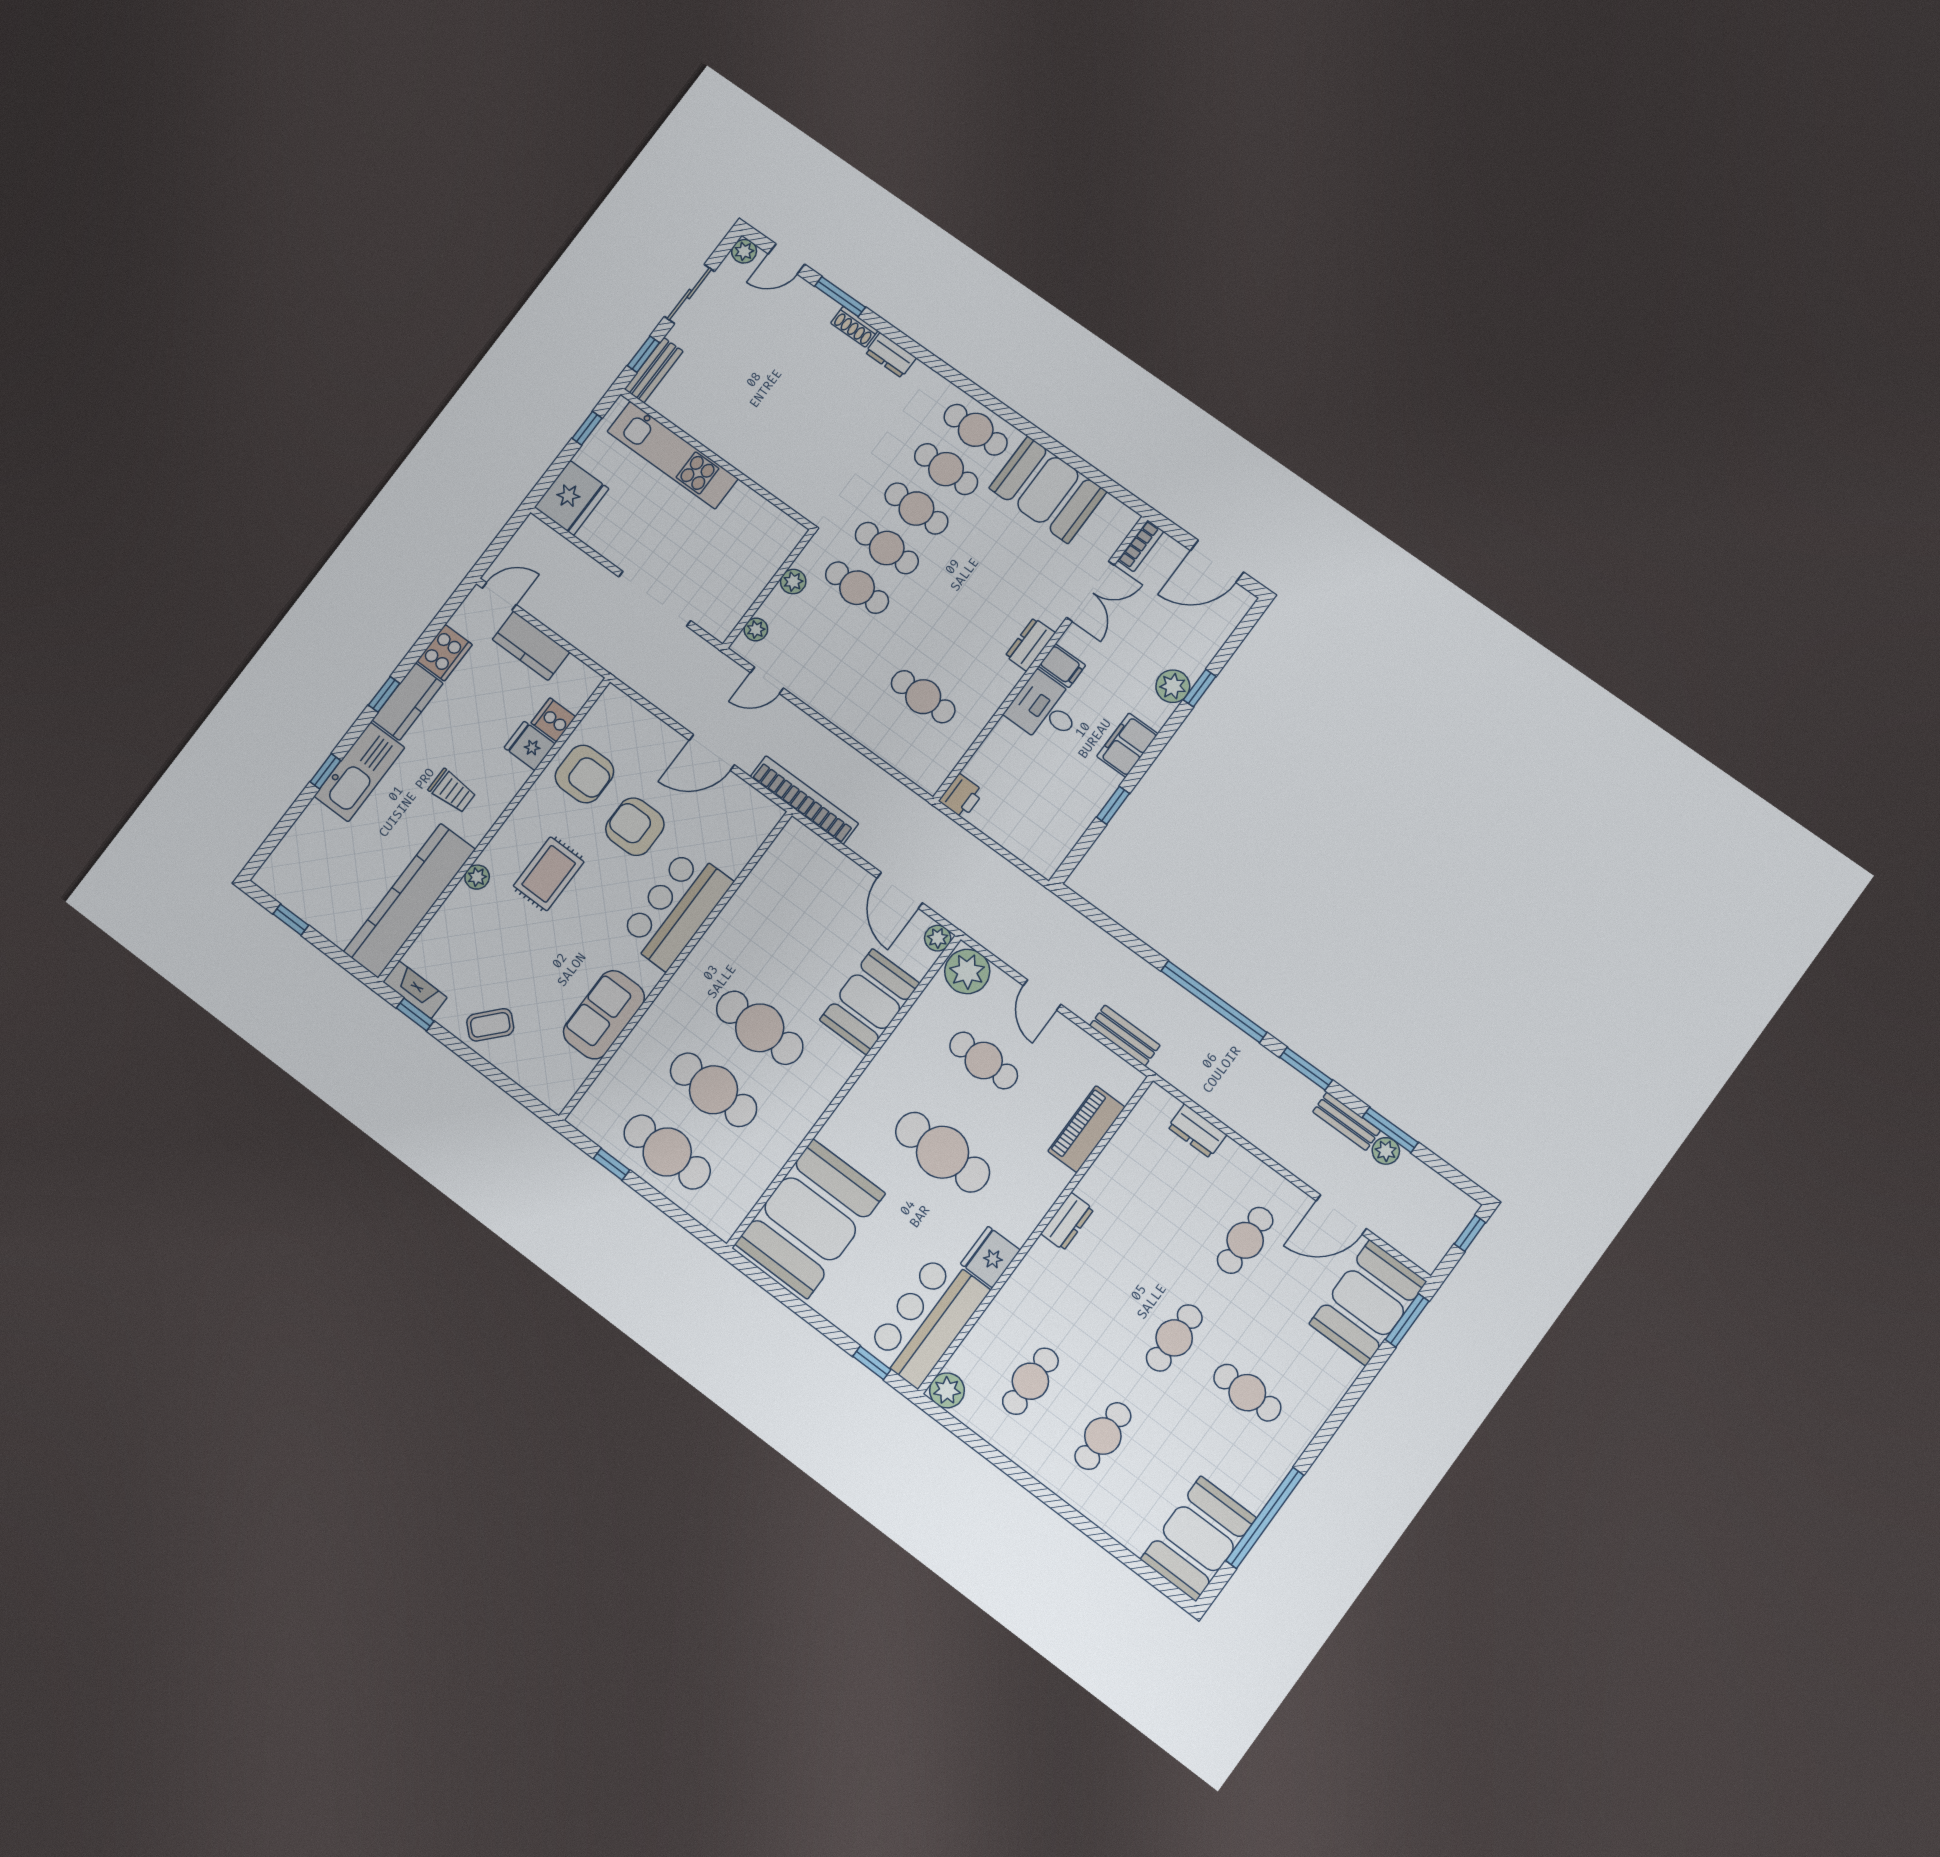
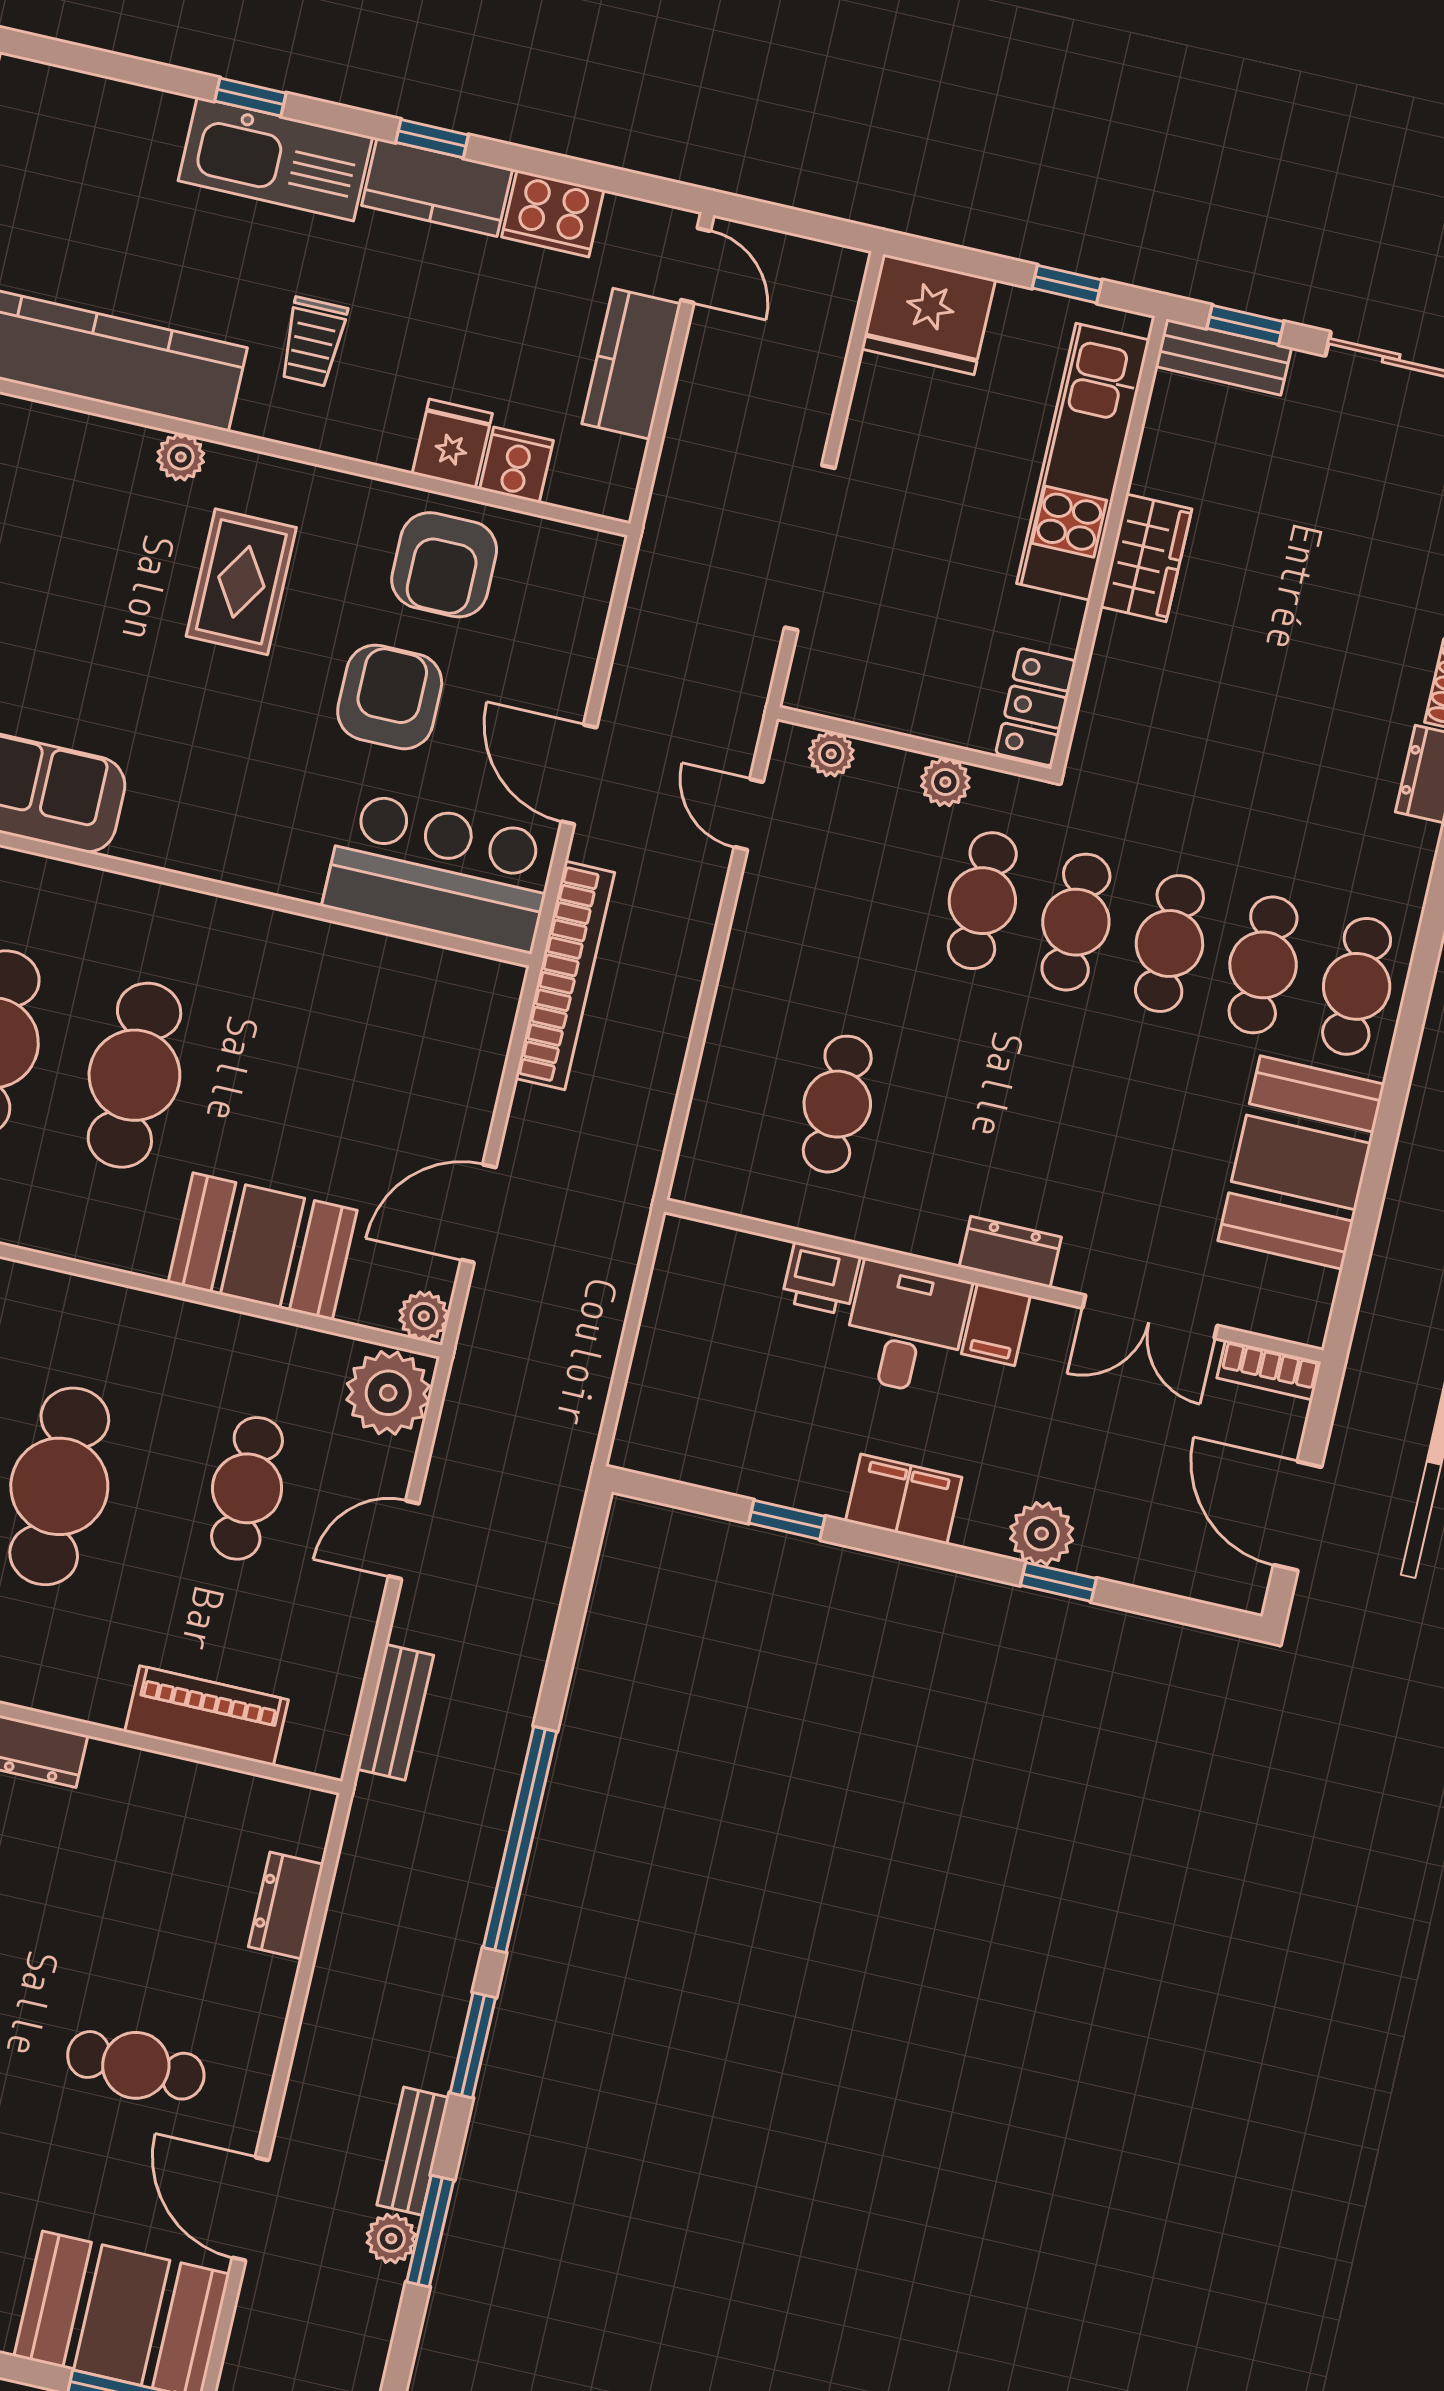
wardrobe: (730, 444) -> (1146, 558), added
locker: (777, 525) -> (1036, 707), added
printer: (961, 796) -> (821, 1279), moved
rug: (549, 874) -> (241, 582), turned 90
bar counter: (676, 909) -> (440, 872), moved

